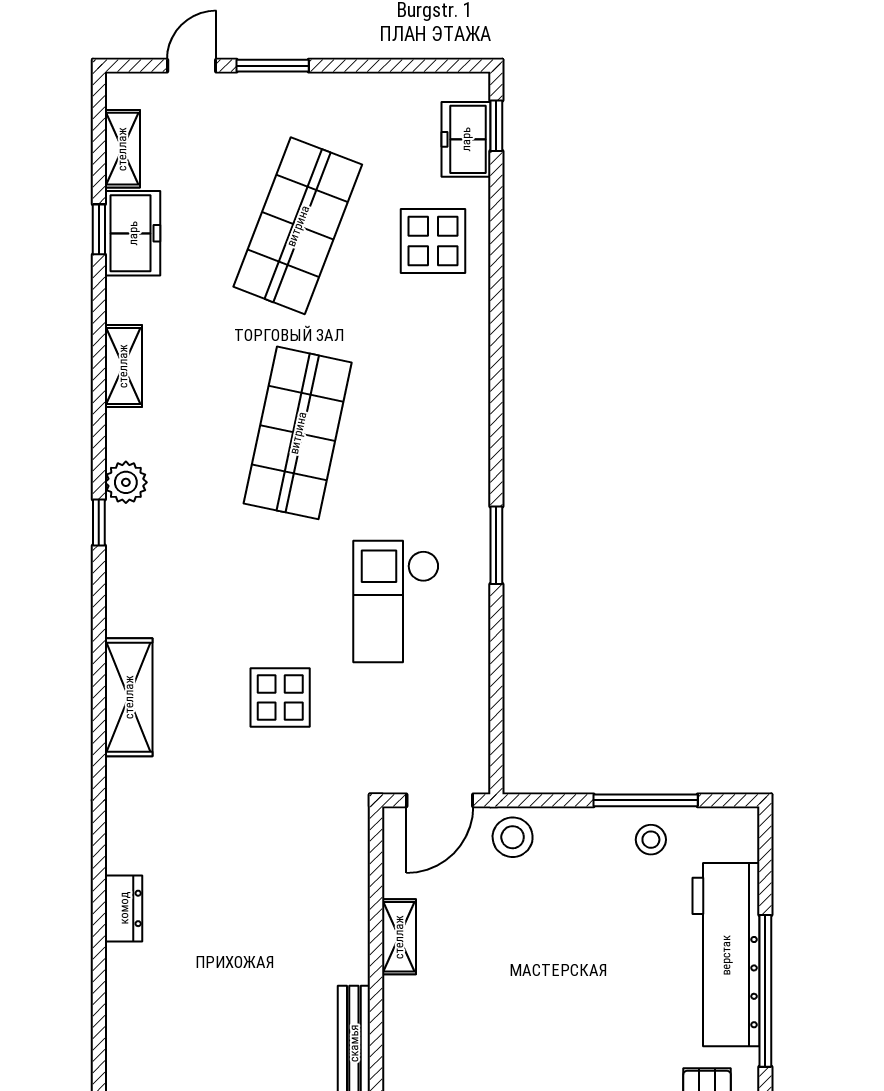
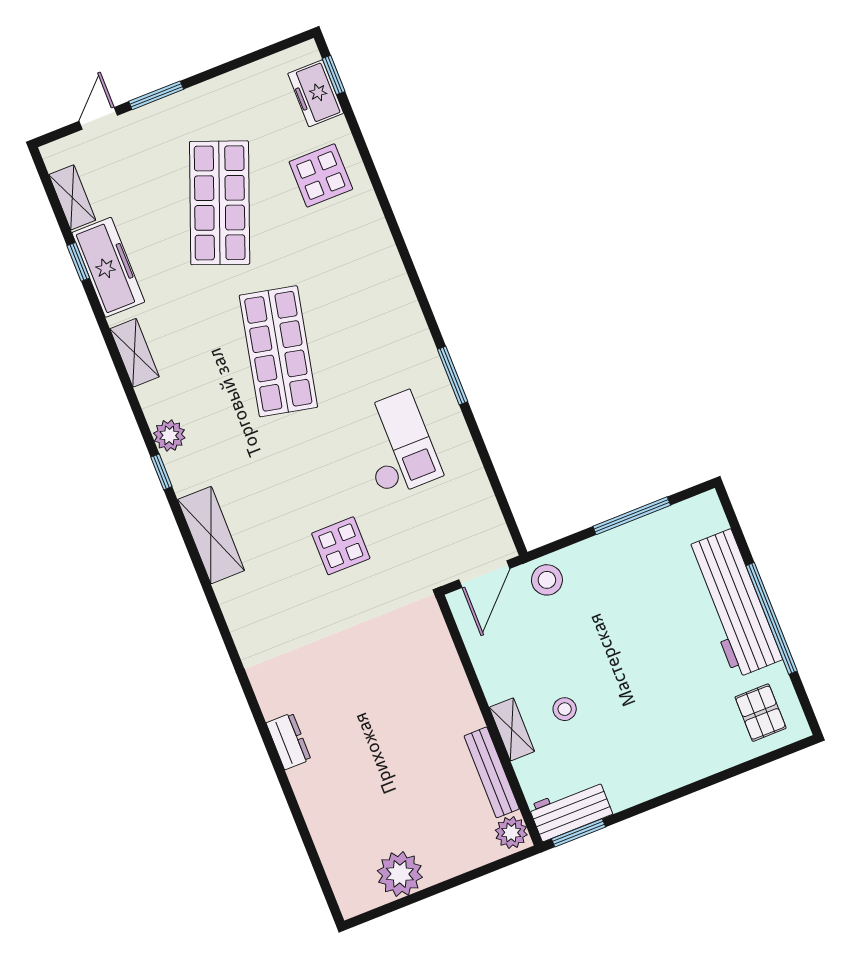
freezer: (133, 233) -> (108, 267), width x1.40
checkout: (396, 602) -> (397, 444), turned 180
shelving: (129, 697) -> (211, 535), moved
stool: (651, 840) -> (565, 709), moved
shelving: (399, 937) -> (512, 729), moved

